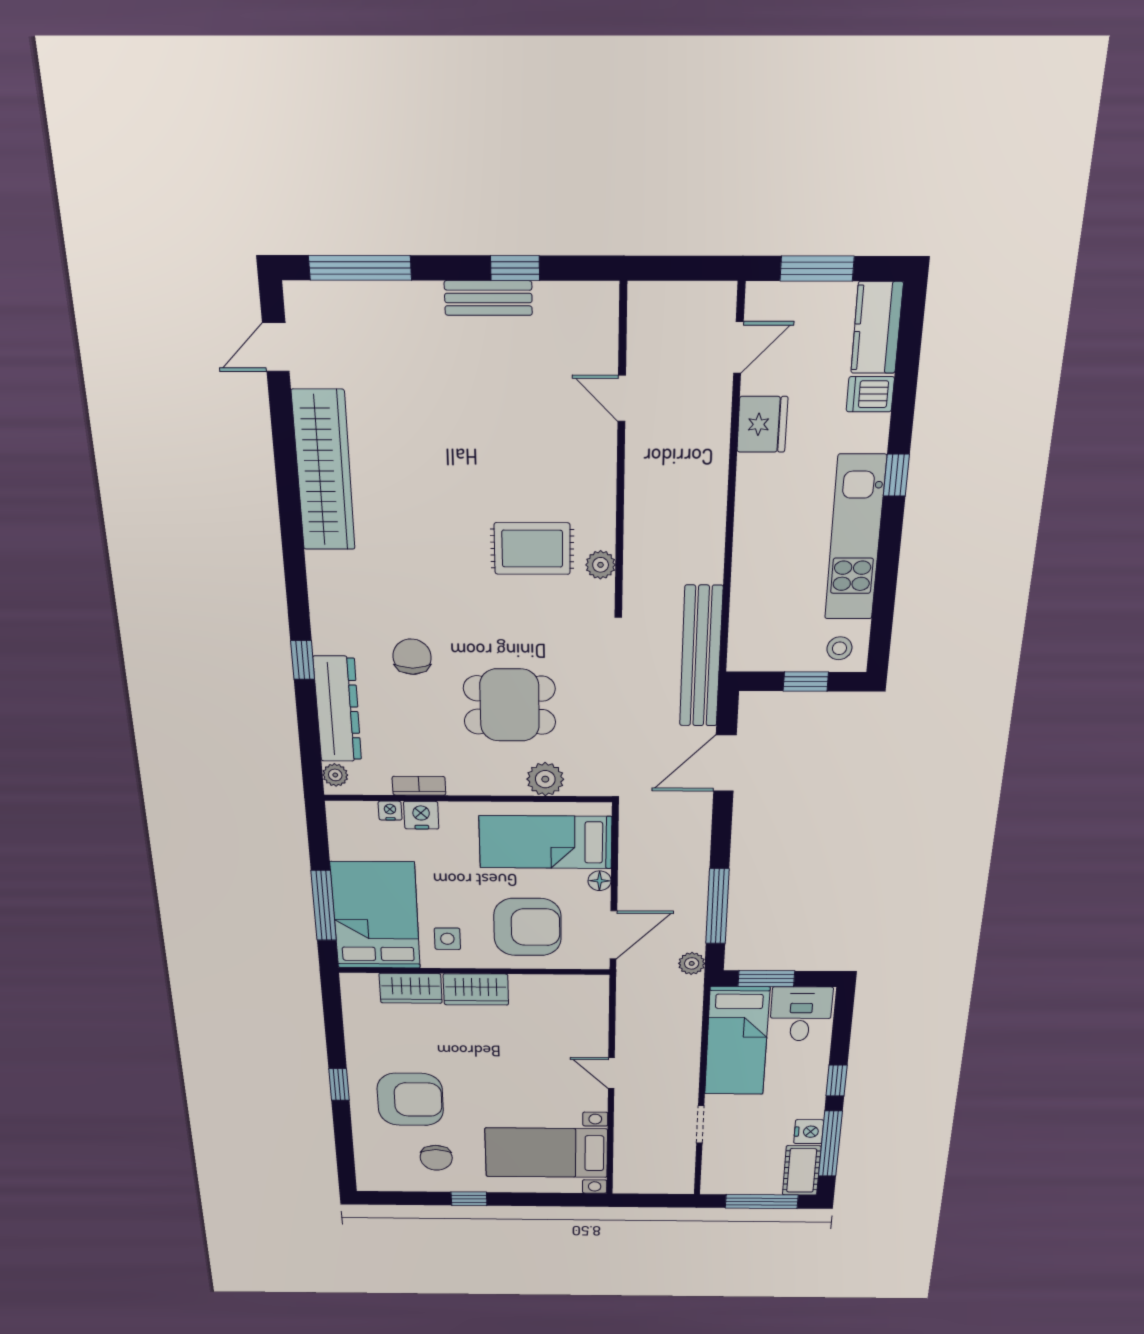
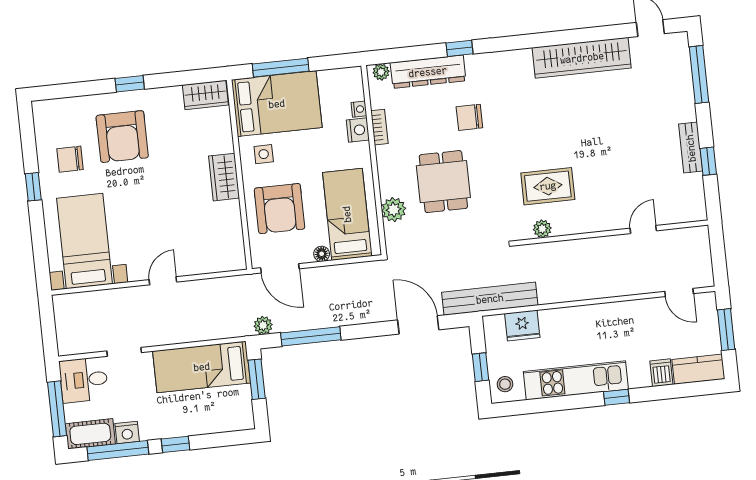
fridge: (762, 424) -> (522, 326), moved
rug: (532, 549) -> (548, 186), turned 90
chair: (412, 657) -> (469, 117), turned 180
wardrobe: (411, 988) -> (205, 95), moved, turned -90
desk: (801, 1014) -> (84, 380), moved, turned 180

